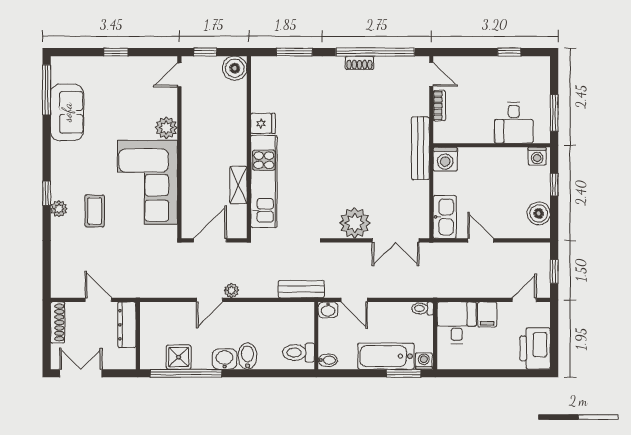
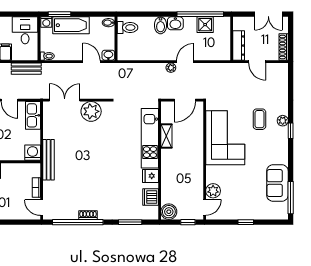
dishwasher: (263, 91) -> (151, 197), added
plant: (166, 128) -> (213, 191), moved
bench: (301, 289) -> (26, 69), moved
desk: (457, 323) -> (25, 30), moved, turned 180

